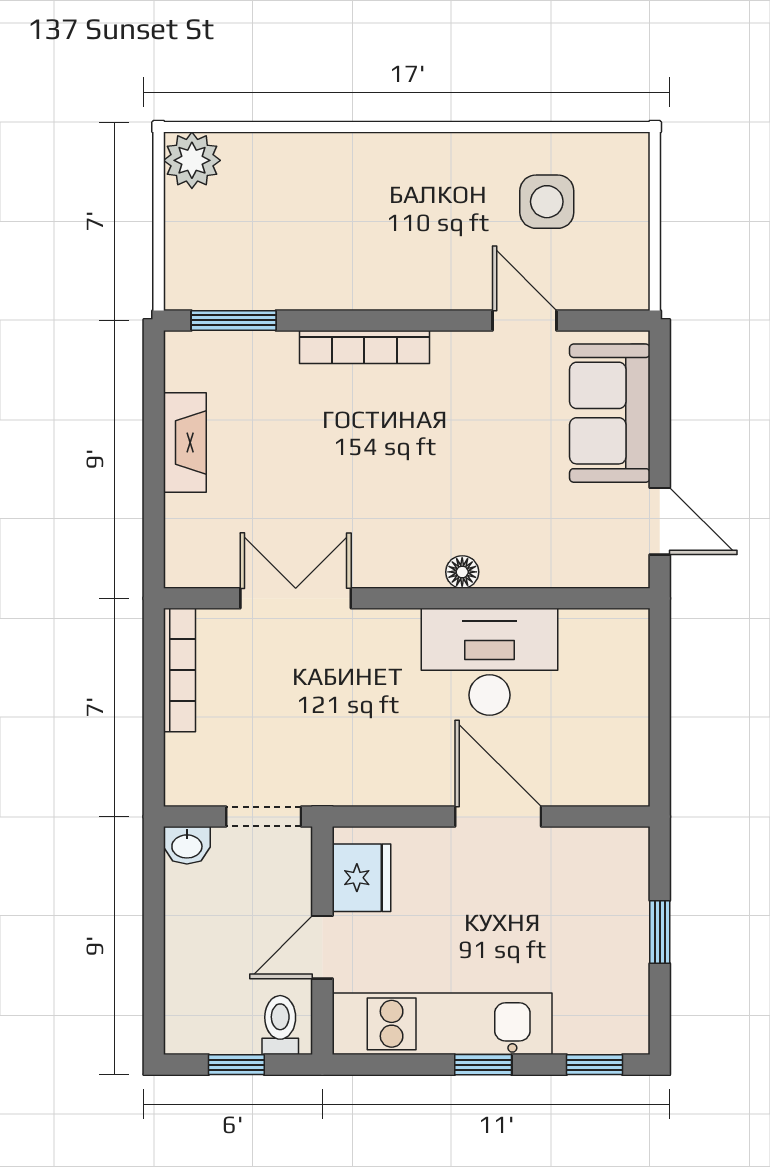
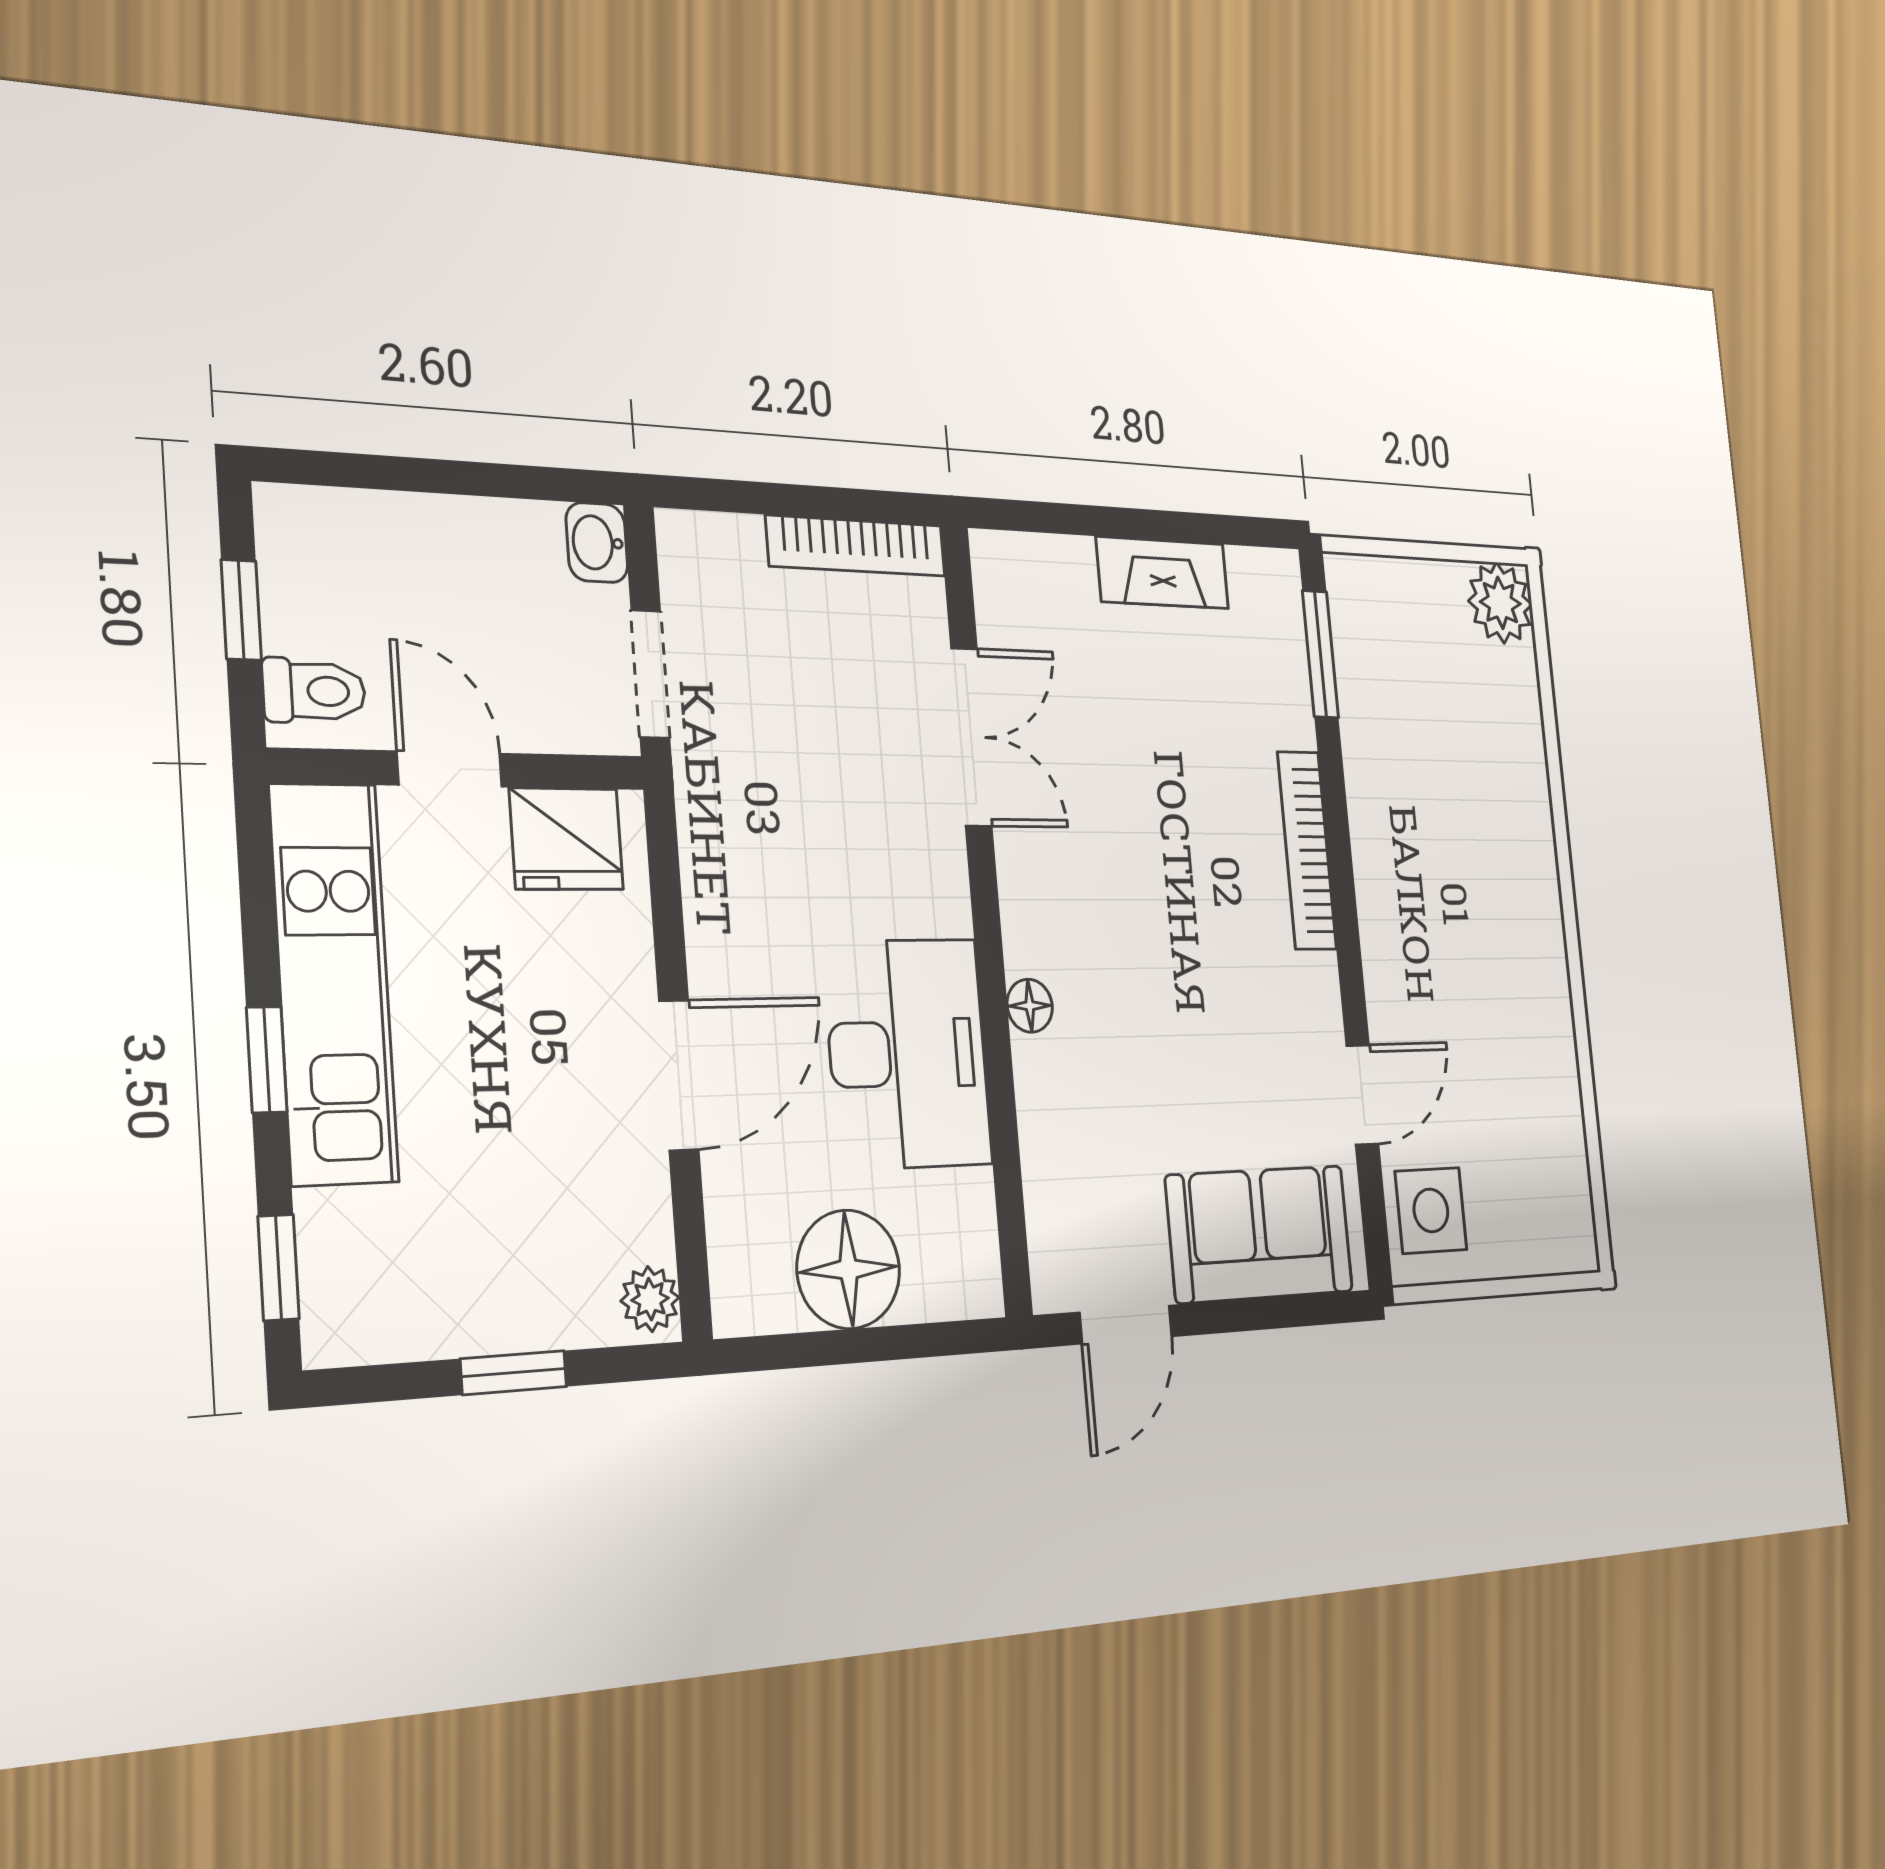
side table: (547, 202) -> (1431, 1210), moved
floor lamp: (615, 714) -> (848, 1269), added
plant: (625, 845) -> (650, 1299), added

